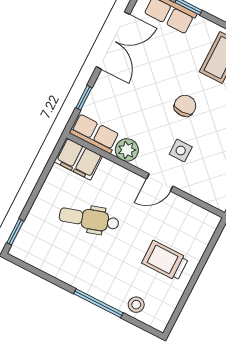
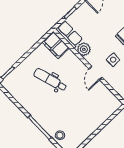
door: (160, 182) -> (96, 73), hinge flipped
trolley: (165, 261) -> (84, 117), removed

